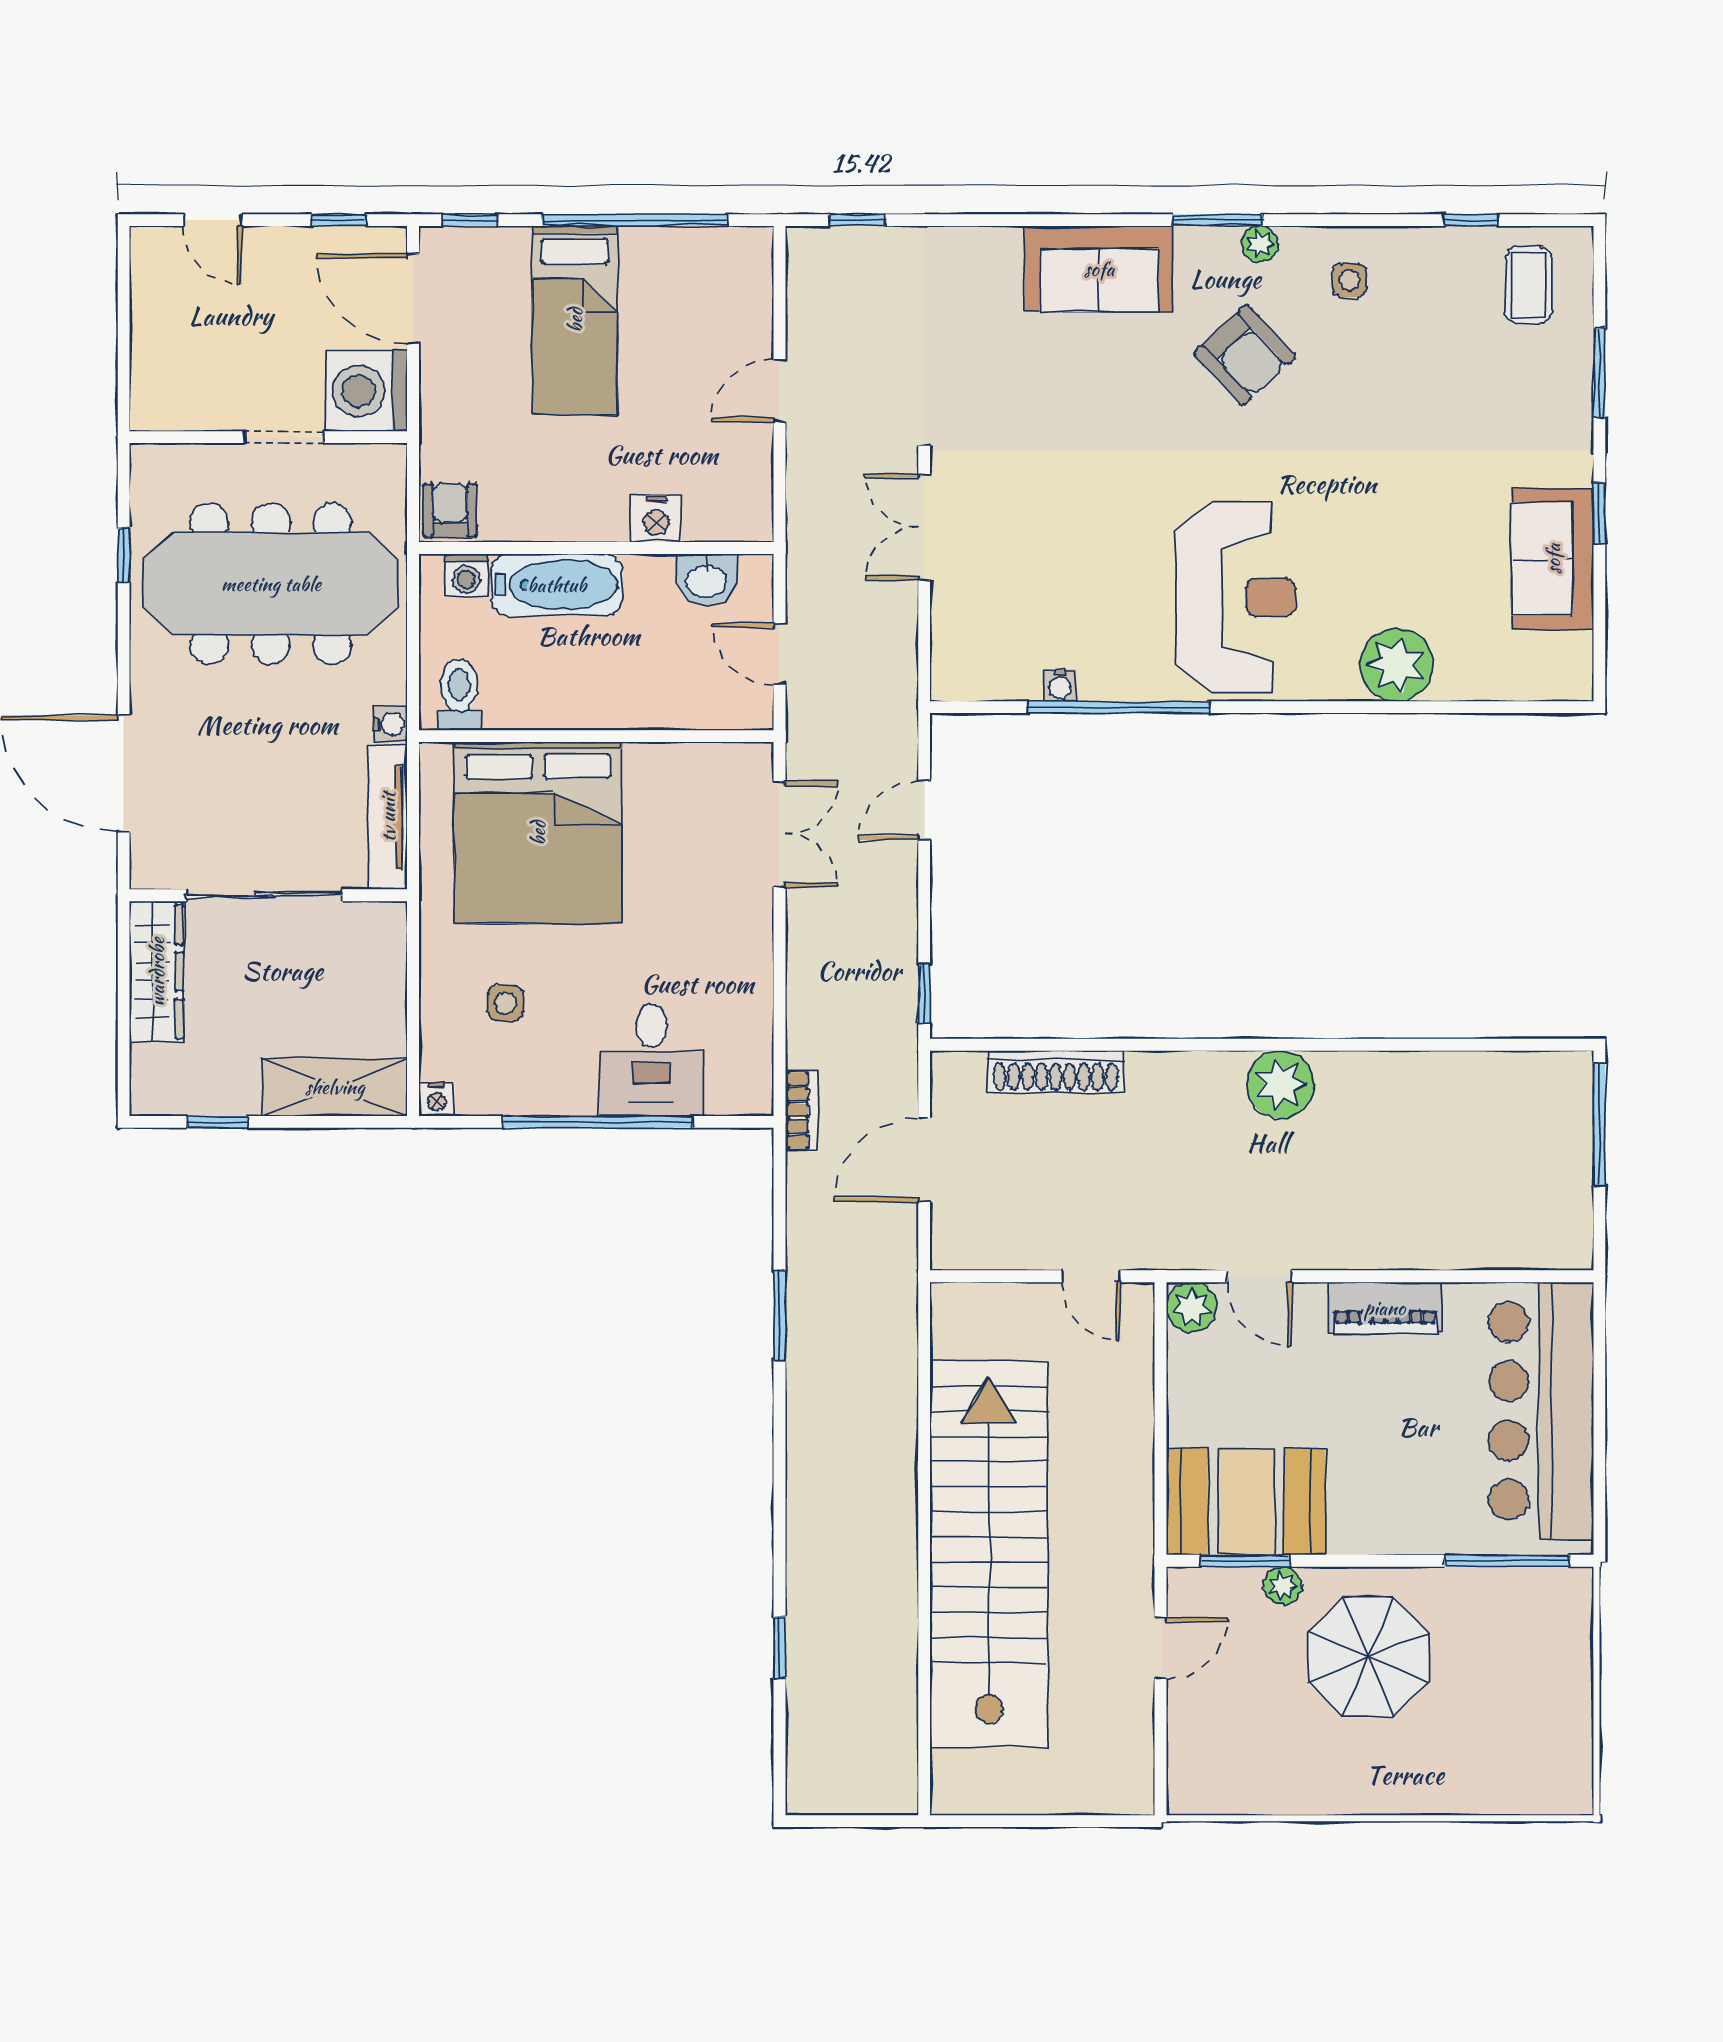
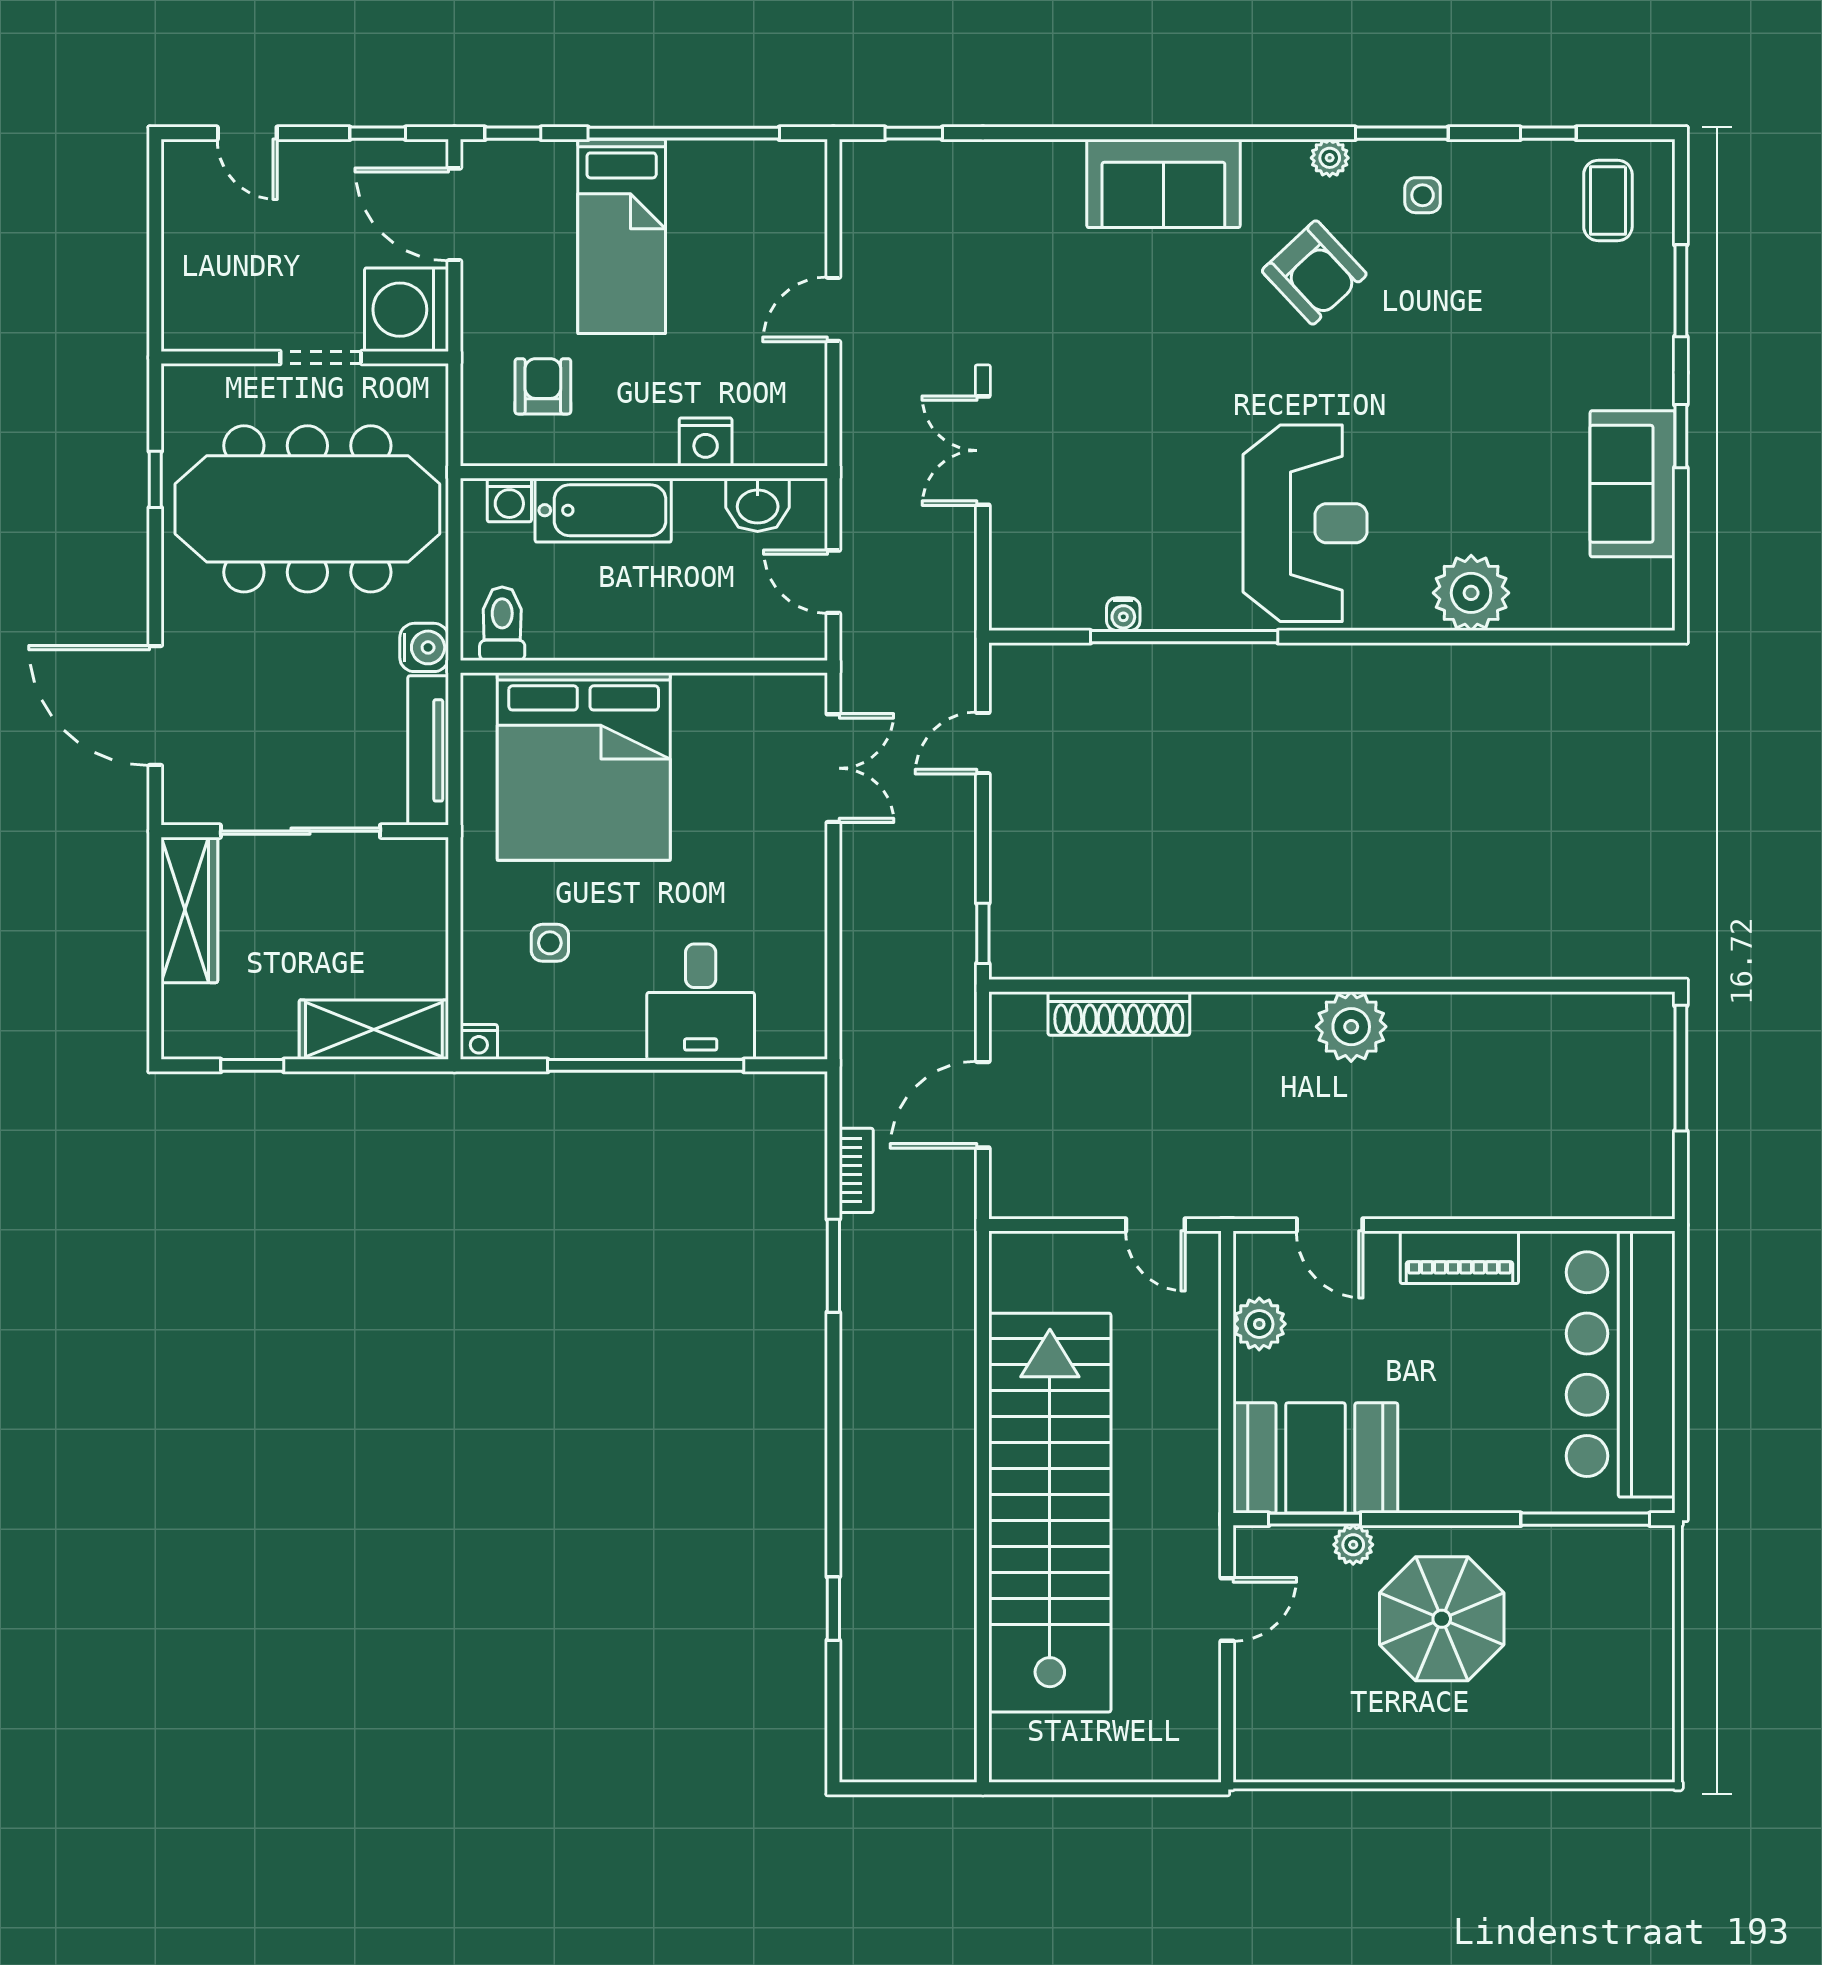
window: (1217, 220) -> (1402, 133), moved
armchair: (450, 510) -> (543, 386), moved
water cooler: (390, 724) -> (424, 647), width x1.38, depth x1.38
bookcase: (802, 1110) -> (856, 1170), moved
plant: (1192, 1307) -> (1259, 1324), moved

